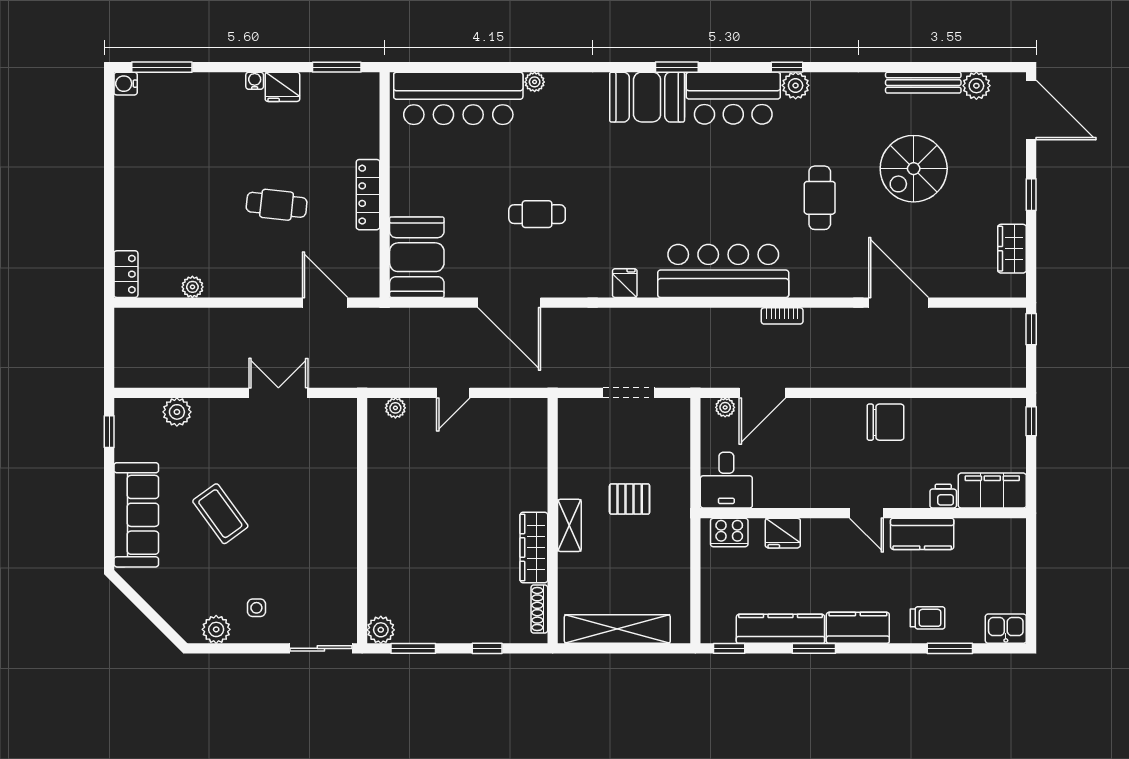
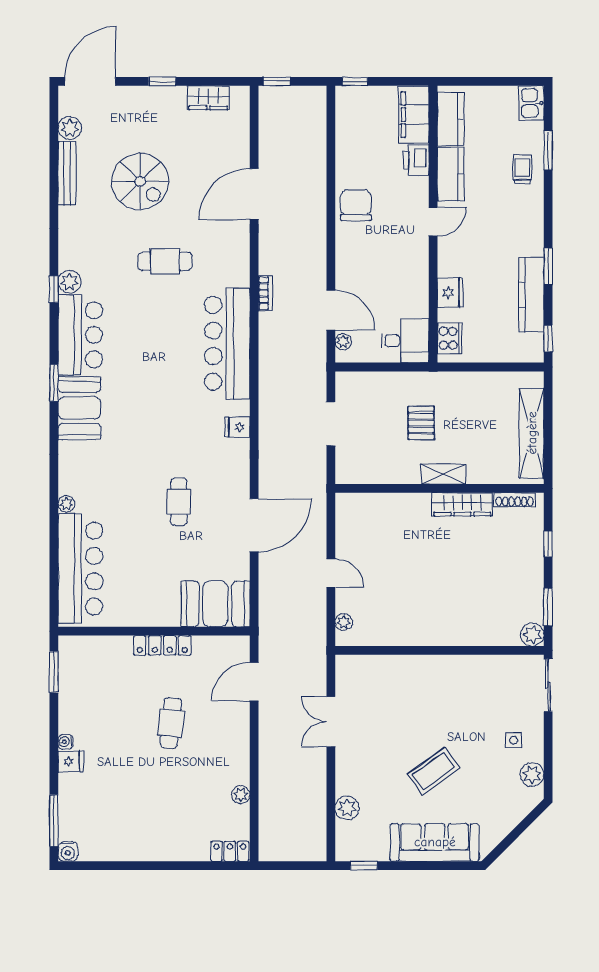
fridge: (282, 87) -> (71, 761), moved, width x0.72
printer: (943, 496) -> (416, 160), width x1.36, depth x1.24
kitchen counter: (858, 628) -> (451, 119), moved, turned 180

